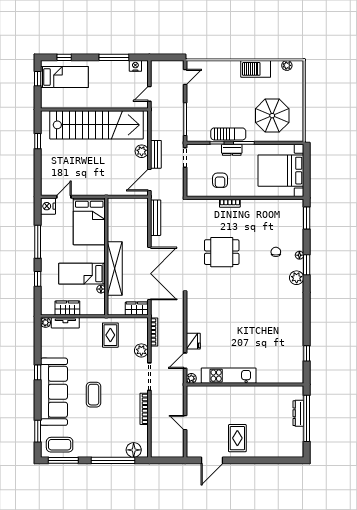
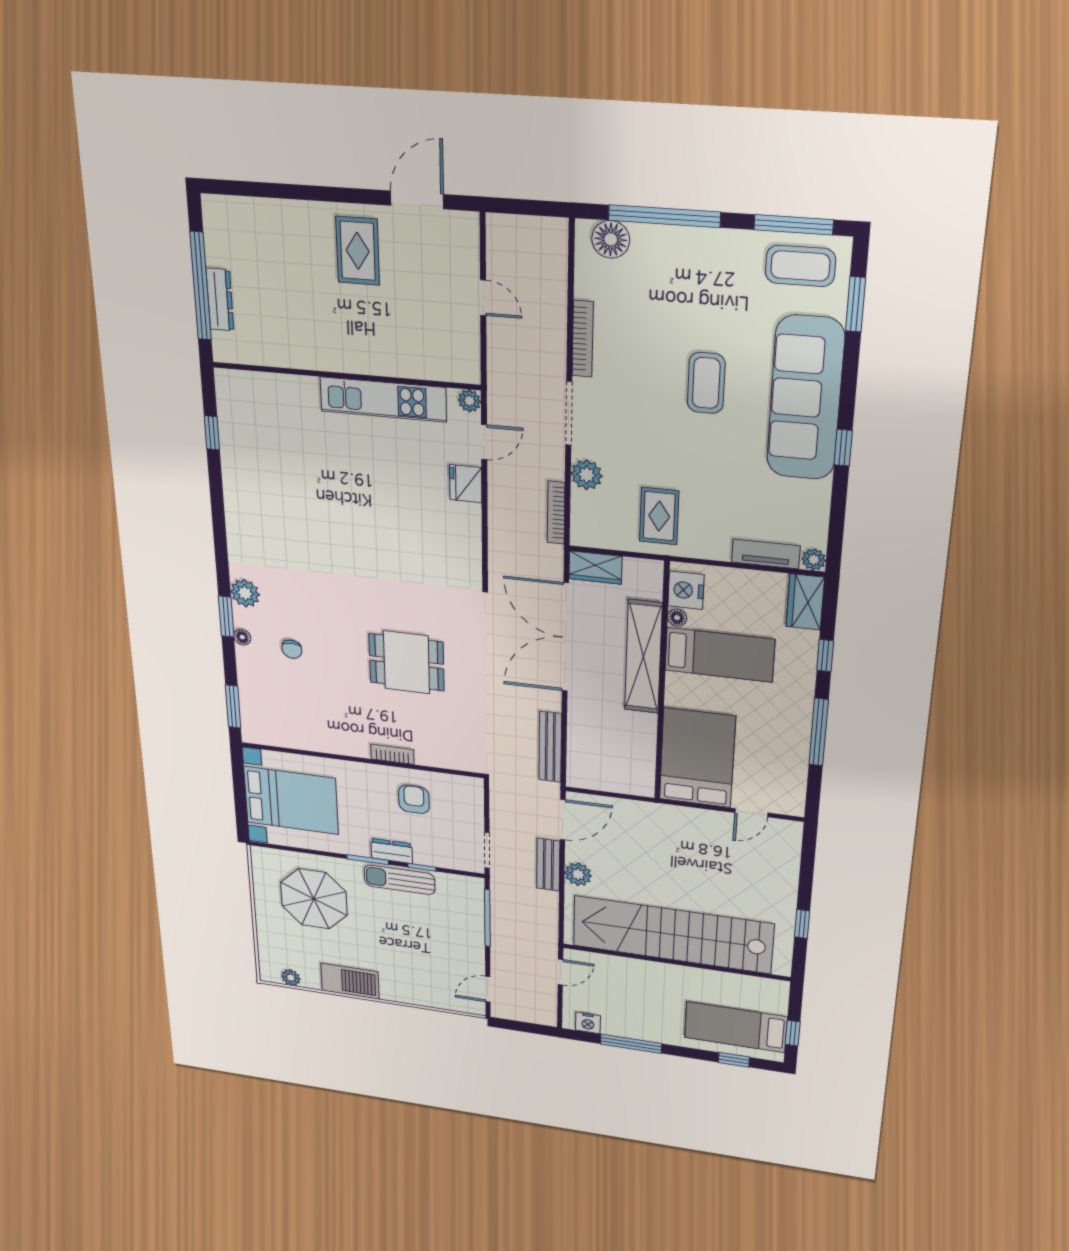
nightstand: (48, 206) -> (686, 590), moved, turned 180
wardrobe: (67, 308) -> (805, 602), moved, turned 90

